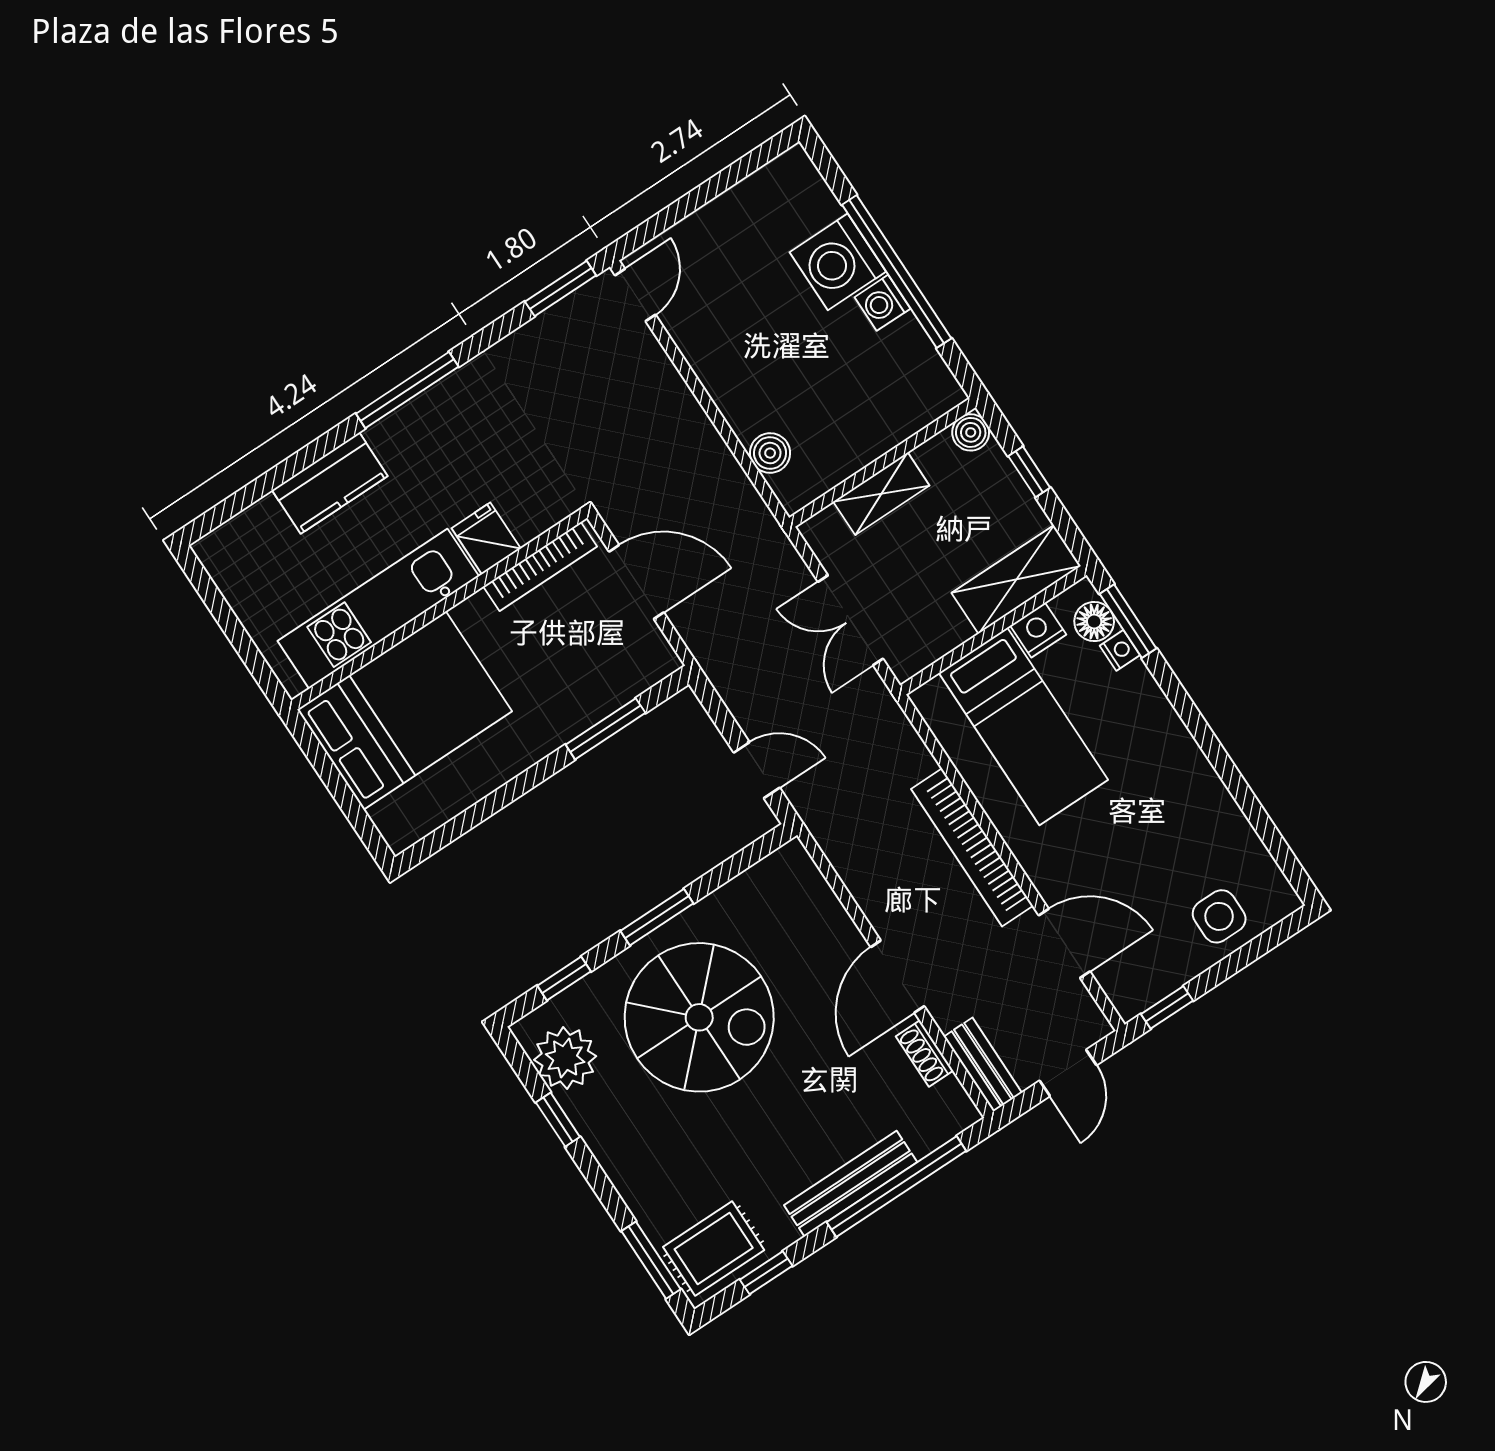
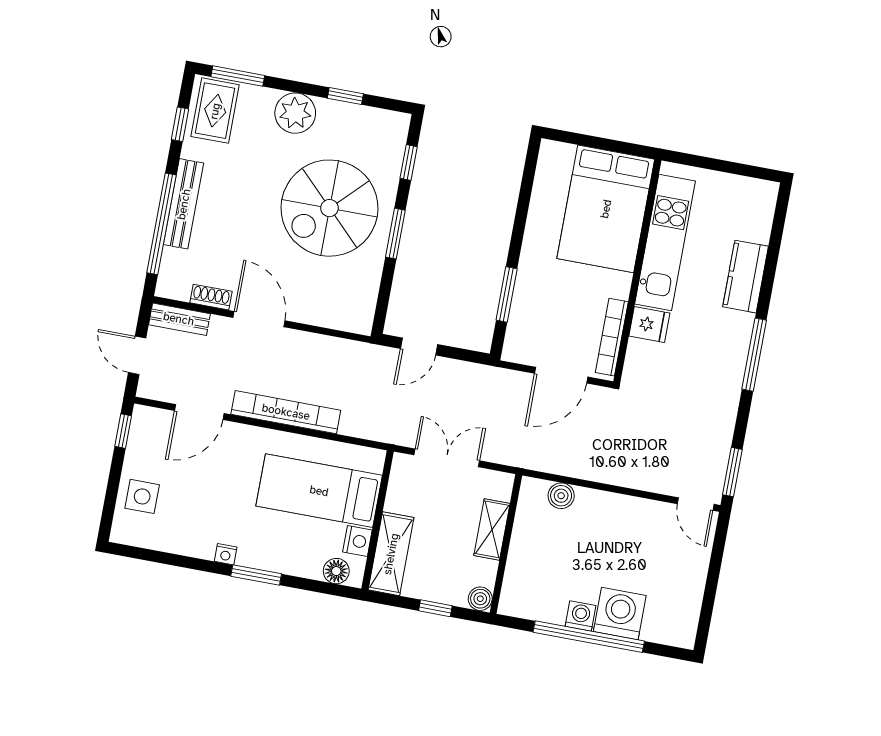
window: (1128, 621) -> (256, 575), moved
nightstand: (1120, 650) -> (226, 554), moved
plant: (565, 1058) -> (295, 113), moved

